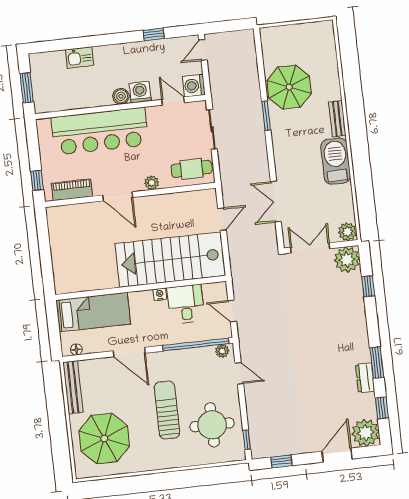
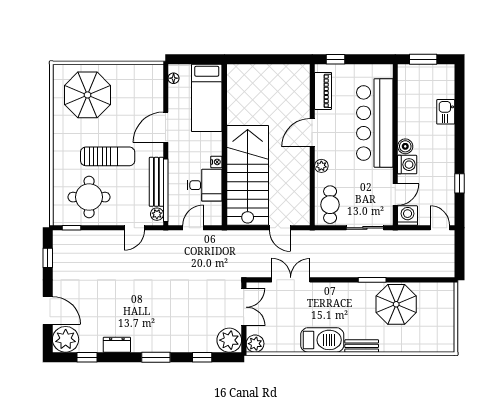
window: (377, 363) -> (156, 357), moved
bench: (73, 387) -> (156, 182), moved, turned 90

